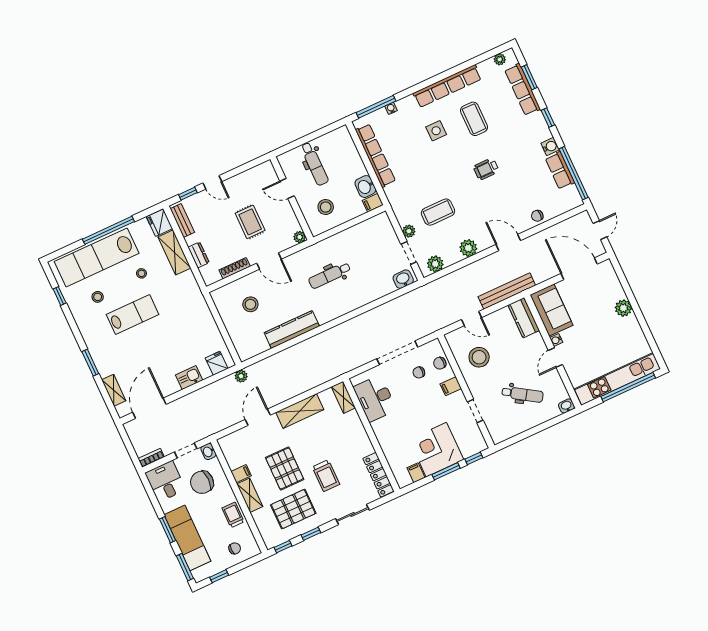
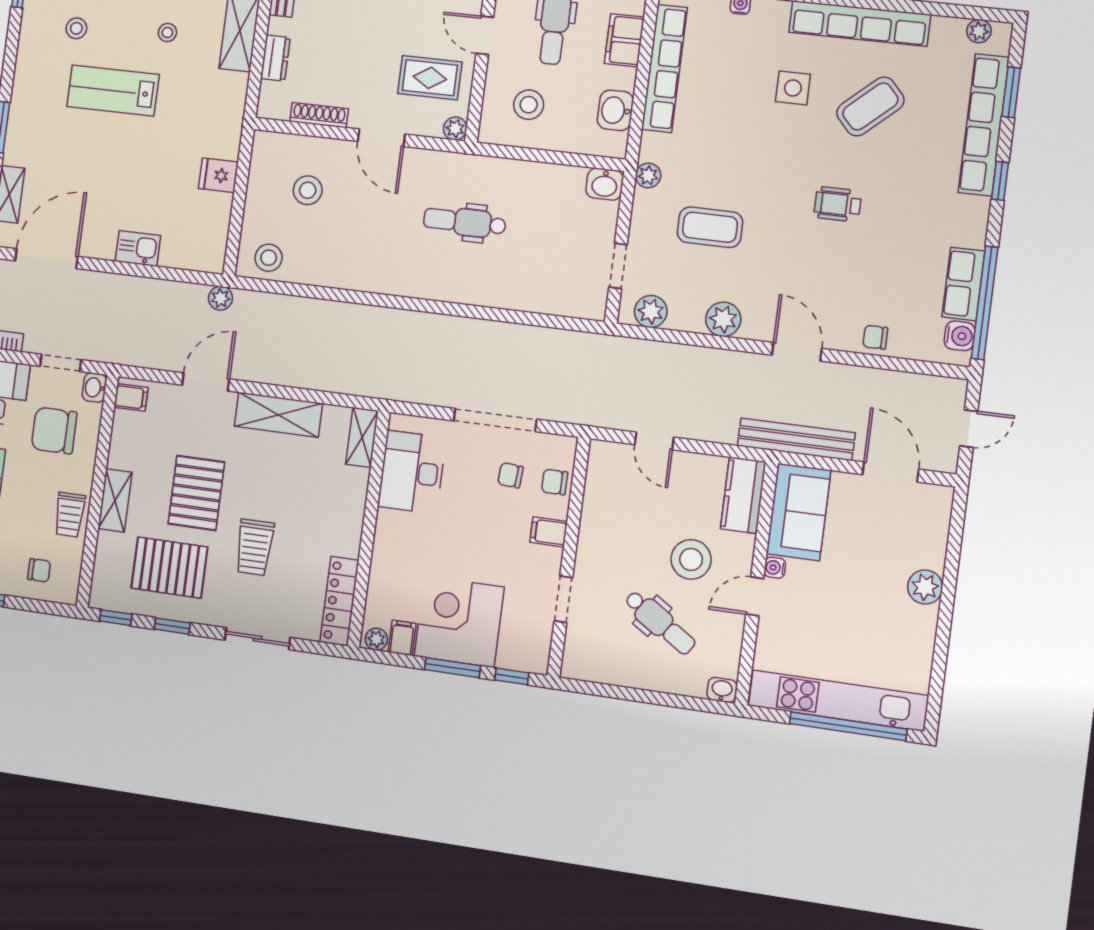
row of seats: (523, 90) -> (984, 125), width x1.36
coffee table: (474, 119) -> (870, 106), turned 48
water cooler: (550, 147) -> (960, 336), moved
filing cabinet: (373, 203) -> (624, 40), moved, width x2.00
rug: (250, 222) -> (430, 78), moved, turned 90
plant: (409, 231) -> (648, 175), moved
door: (579, 269) -> (891, 472), width x0.73
washbasin: (403, 279) -> (605, 184), moved, turned 180
bench: (507, 291) -> (796, 439), moved
lab bench: (133, 314) -> (113, 91), turned 180
kitchen counter: (292, 329) -> (348, 273), removed
stool: (252, 345) -> (269, 258), added
stool: (479, 357) -> (691, 559), moved
fridge: (217, 363) -> (218, 175), moved, turned -90
filing cabinet: (241, 474) -> (131, 397), moved
plant: (405, 481) -> (376, 639), added
trolley: (233, 515) -> (70, 515), turned 180

